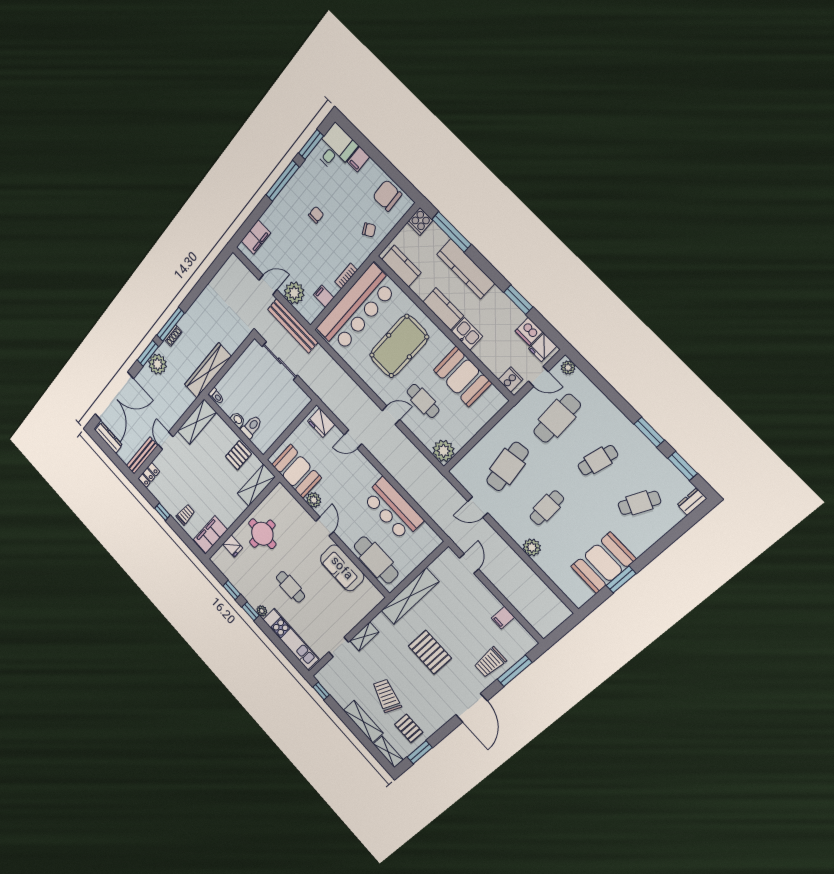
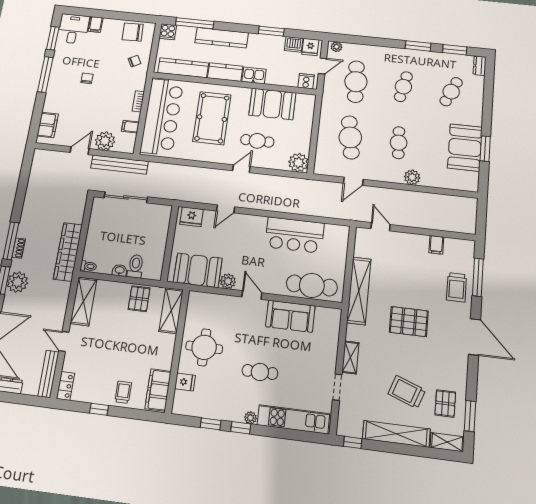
kitchen counter: (401, 266) -> (183, 68), width x1.50
shelving: (363, 722) -> (396, 434), width x1.47
pallet: (409, 728) -> (445, 403), turned 90

